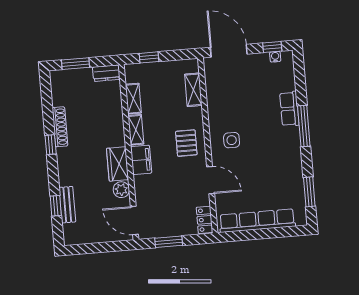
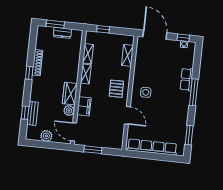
dresser: (106, 73) -> (62, 33), moved
filing cabinet: (141, 160) -> (84, 106), moved
locker: (205, 220) -> (119, 140), removed
plant: (95, 235) -> (46, 136), added

